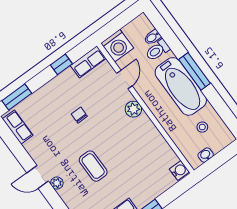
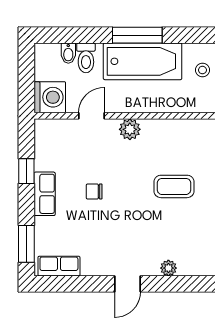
row of seats: (88, 62) -> (45, 194), moved
door: (124, 80) -> (91, 116), hinge flipped
coffee table: (93, 166) -> (174, 186), moved
plant: (57, 183) -> (168, 268), moved

